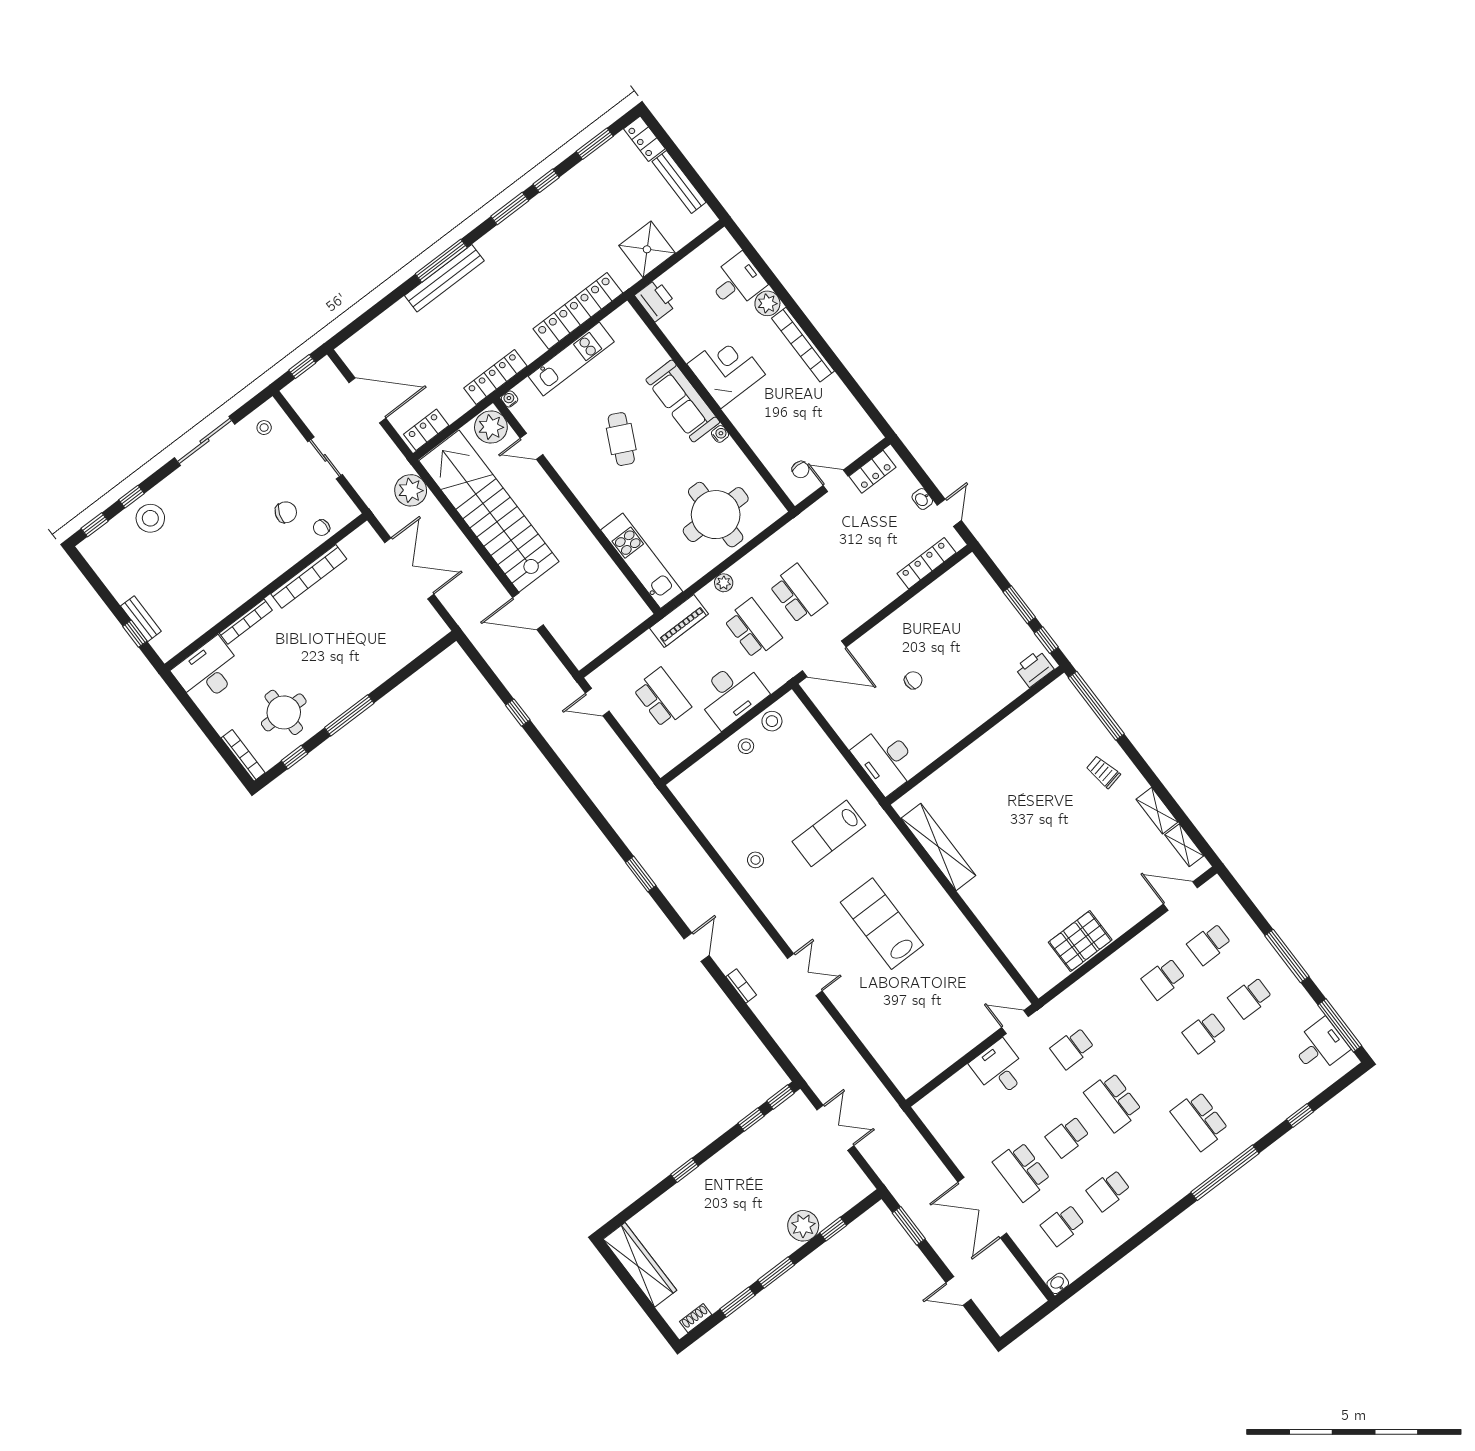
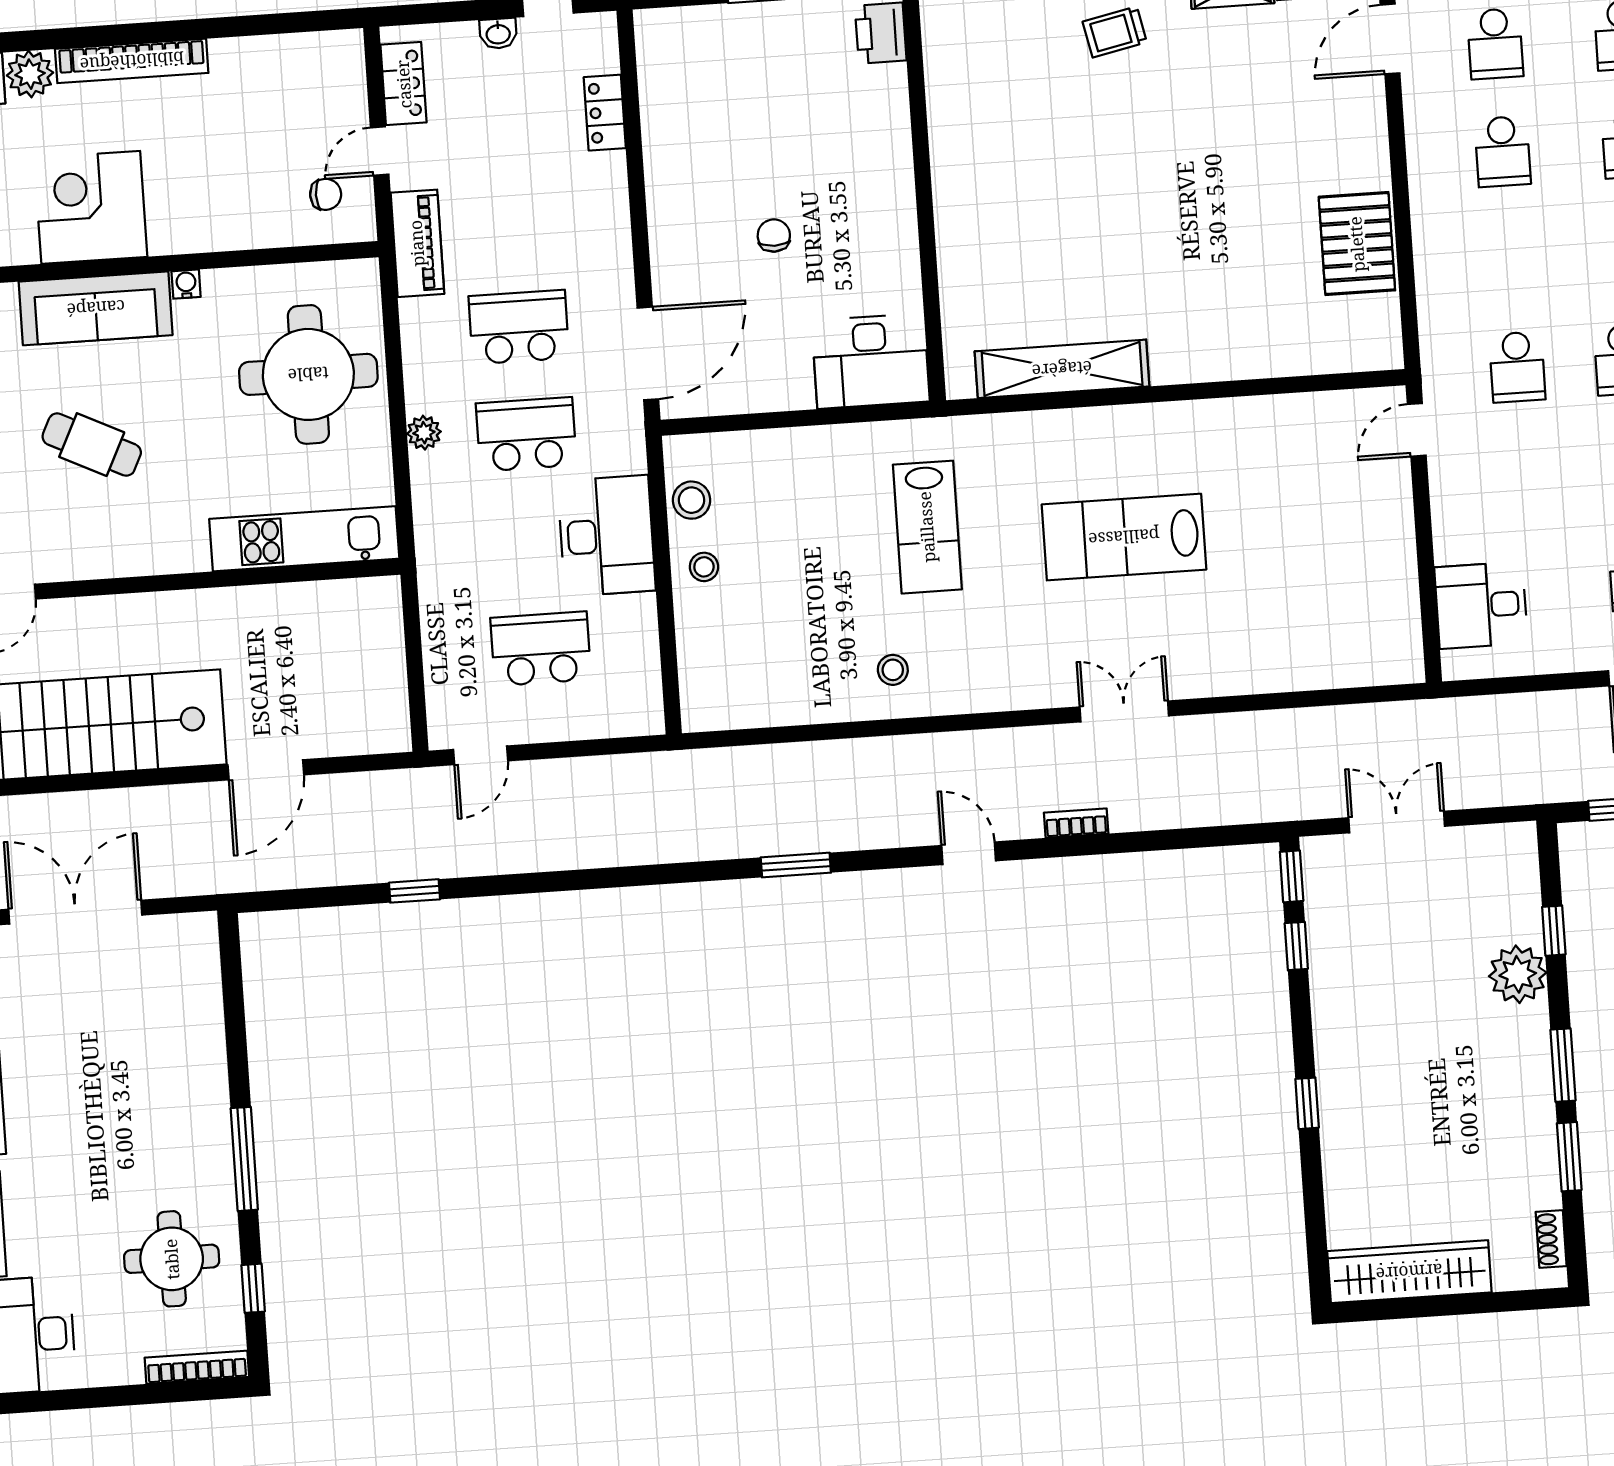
locker: (926, 563) -> (605, 113), width x0.66
piano: (679, 621) -> (417, 243), moved
desk: (999, 1069) -> (1481, 605), moved

